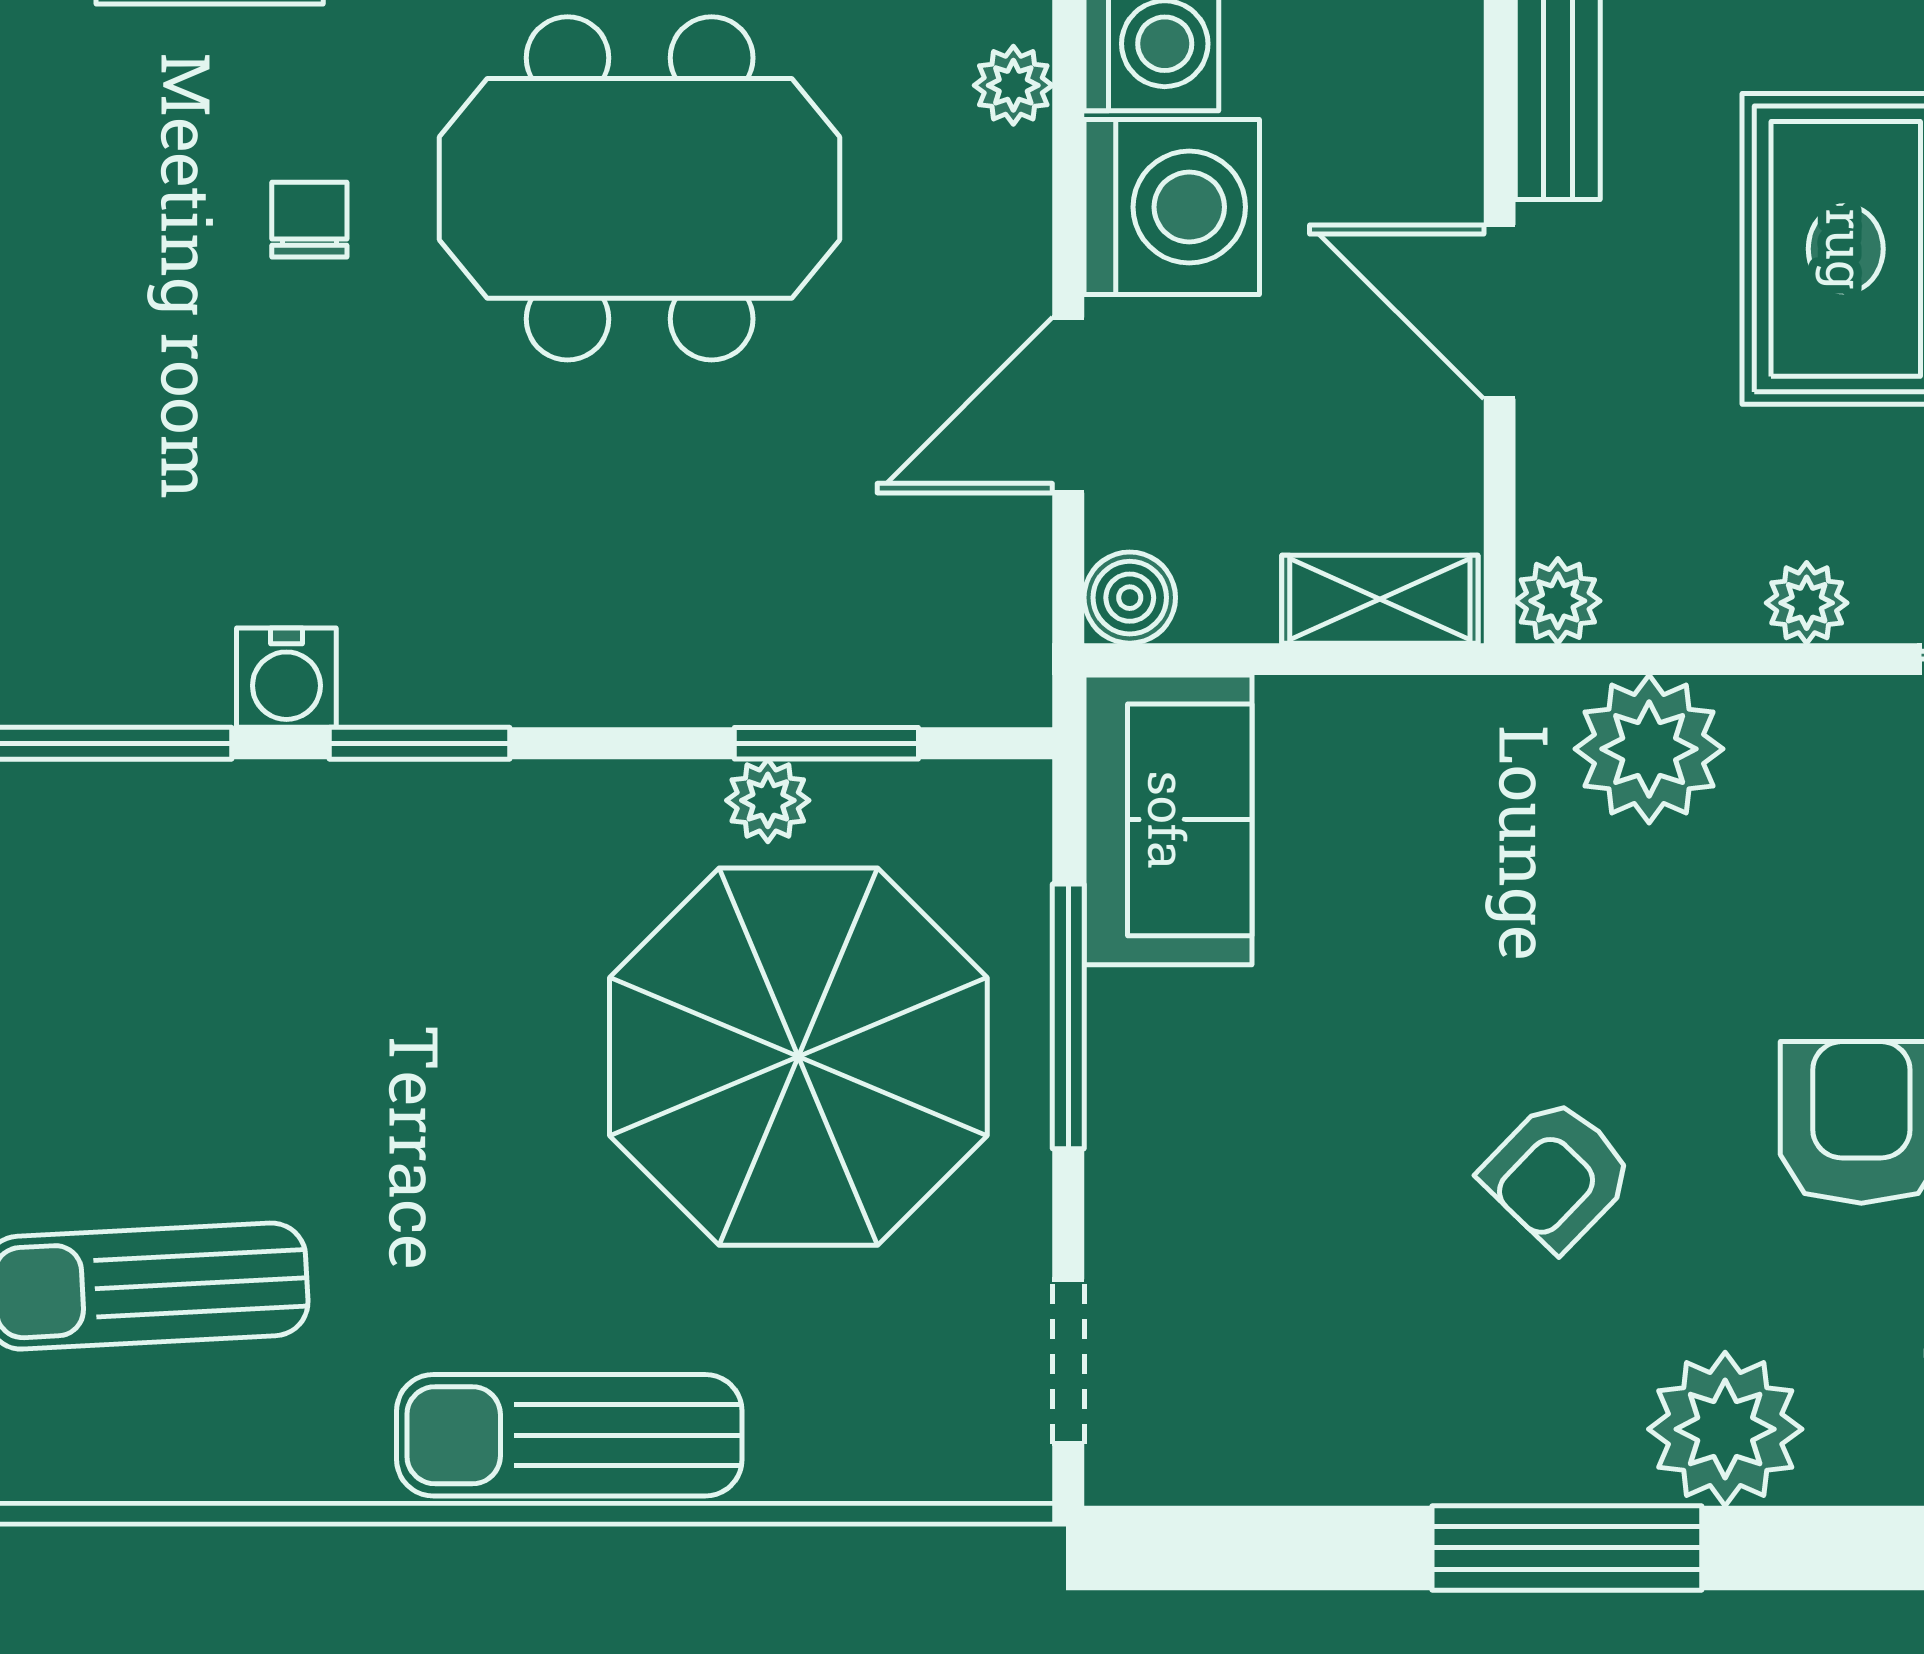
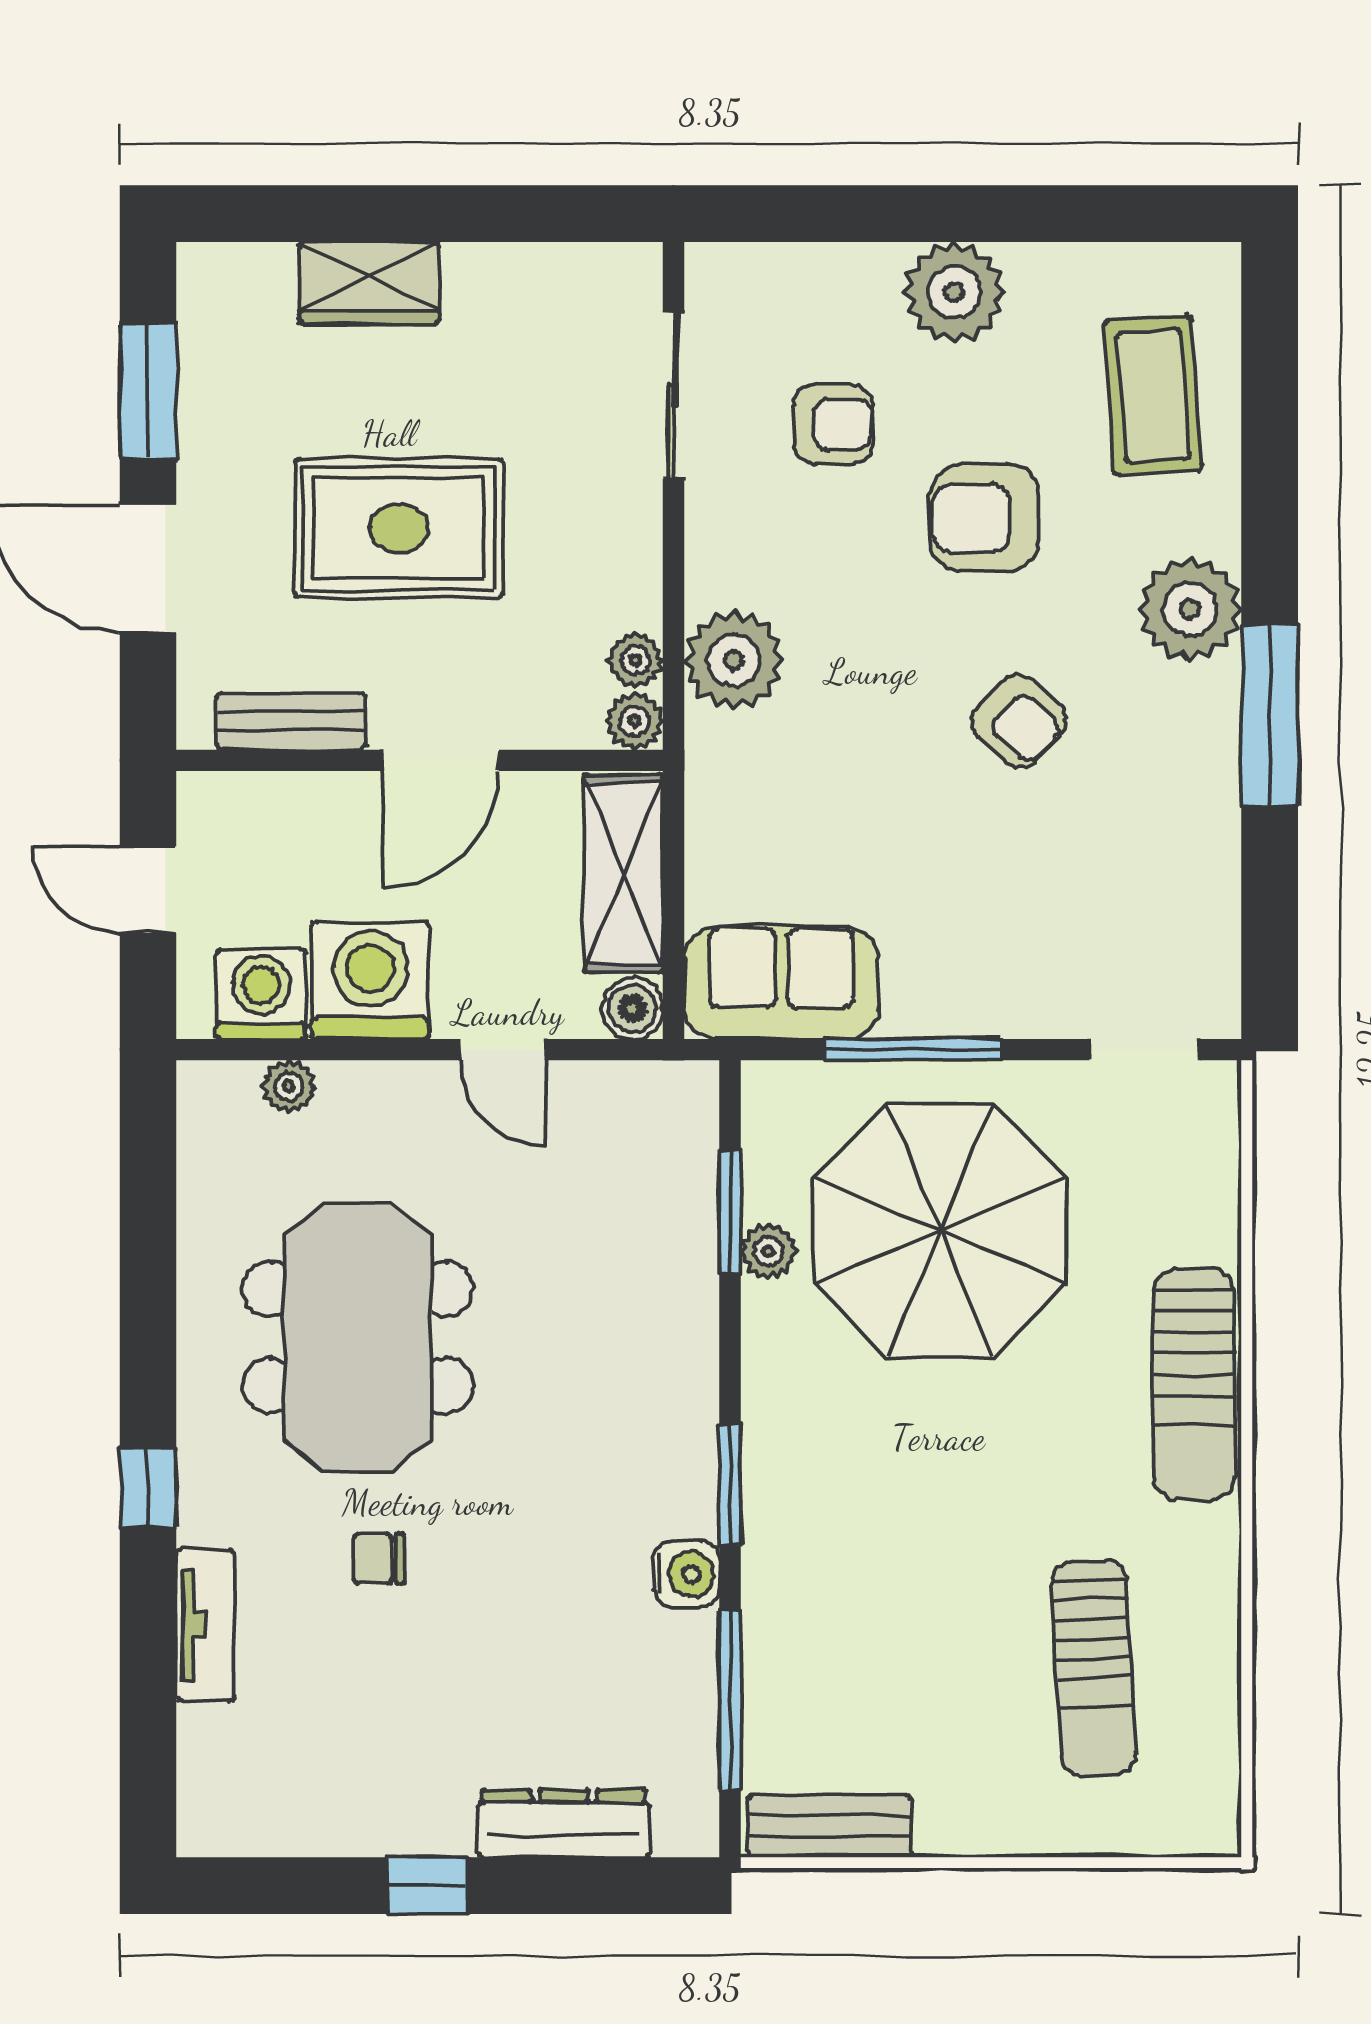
door: (1068, 405) -> (503, 1050), width x0.73
shelving: (1380, 599) -> (624, 874), width x1.50, depth x1.33
plant: (1807, 603) -> (636, 660), moved

